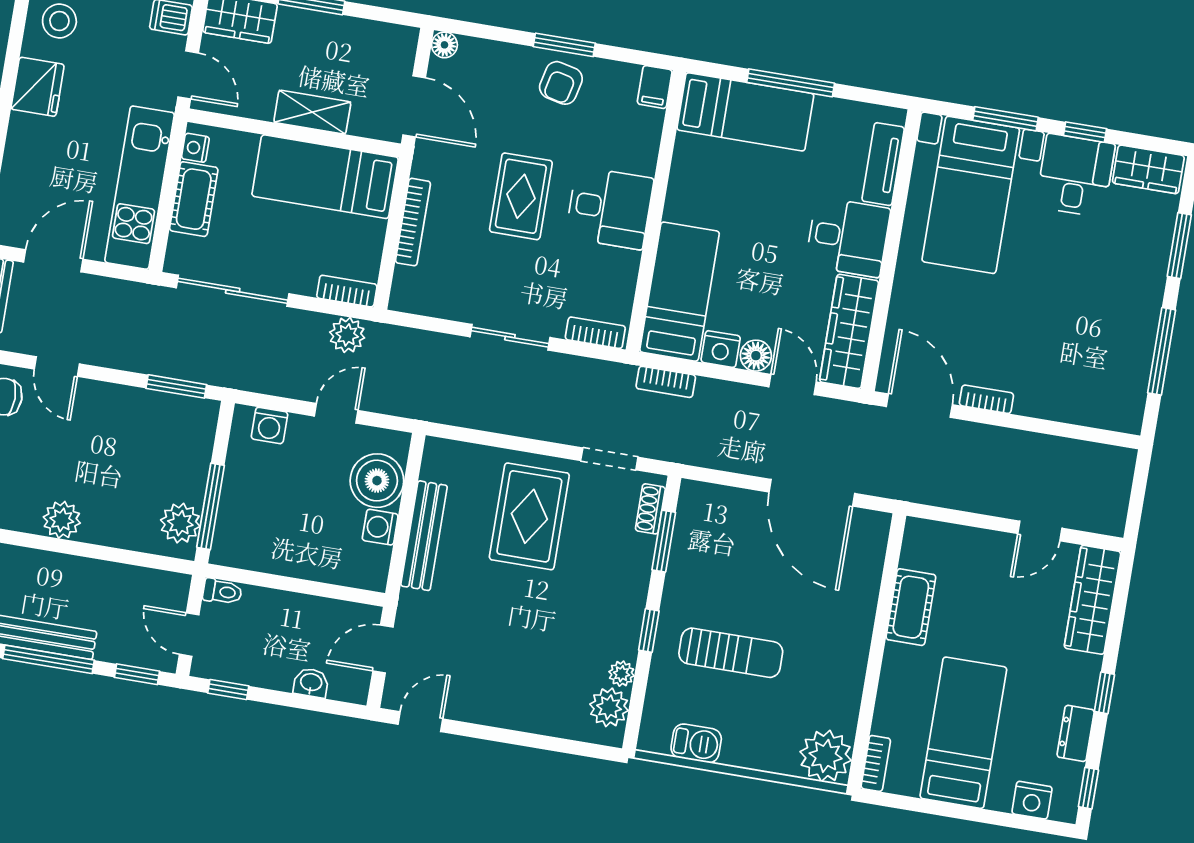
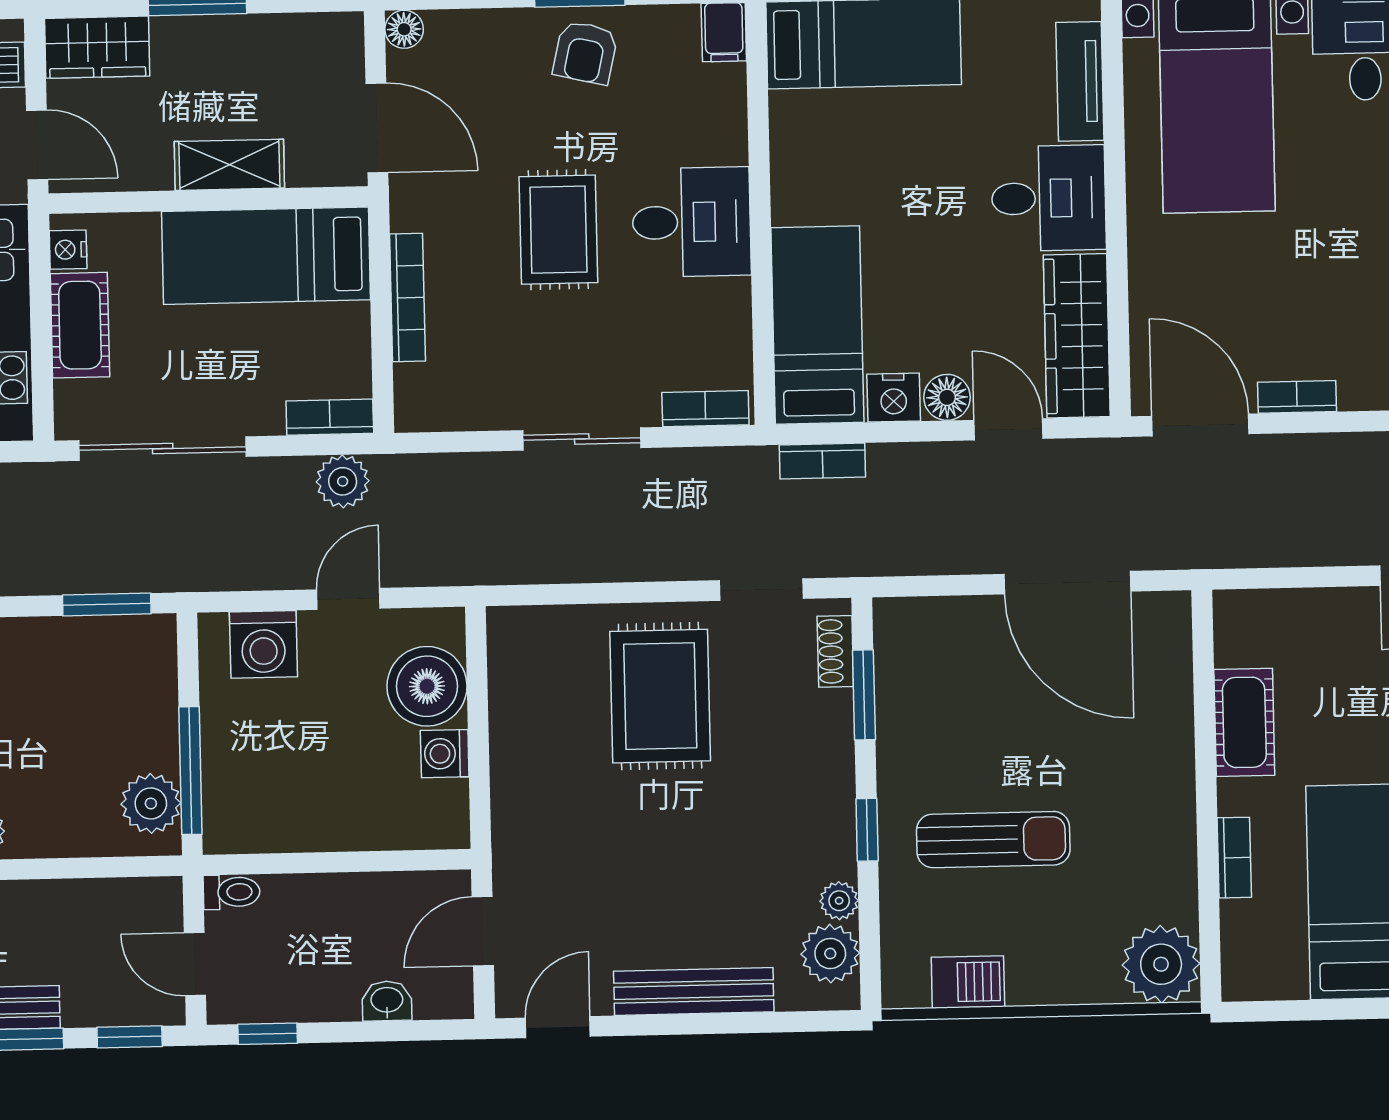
washing machine: (269, 425) -> (263, 644), width x1.38, depth x1.38
bench: (424, 536) -> (694, 991), moved, turned 90
bookcase: (876, 763) -> (1234, 858), moved

